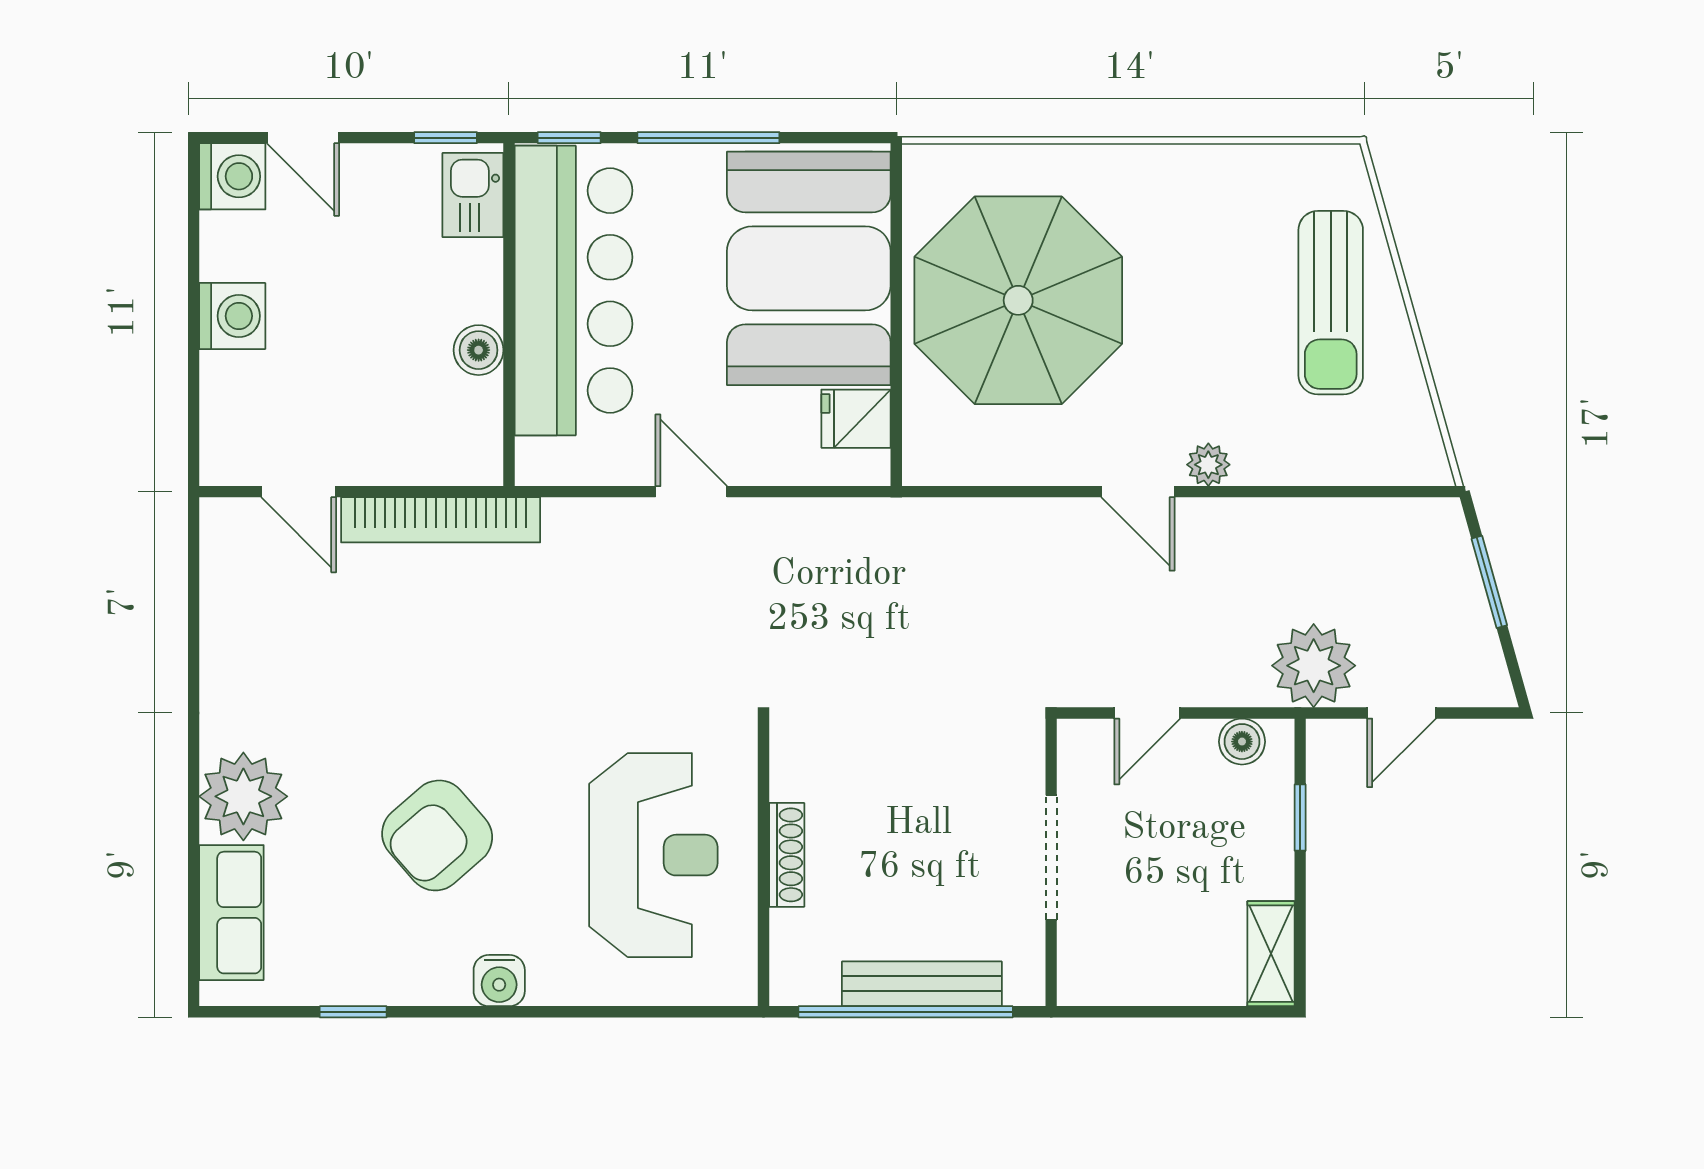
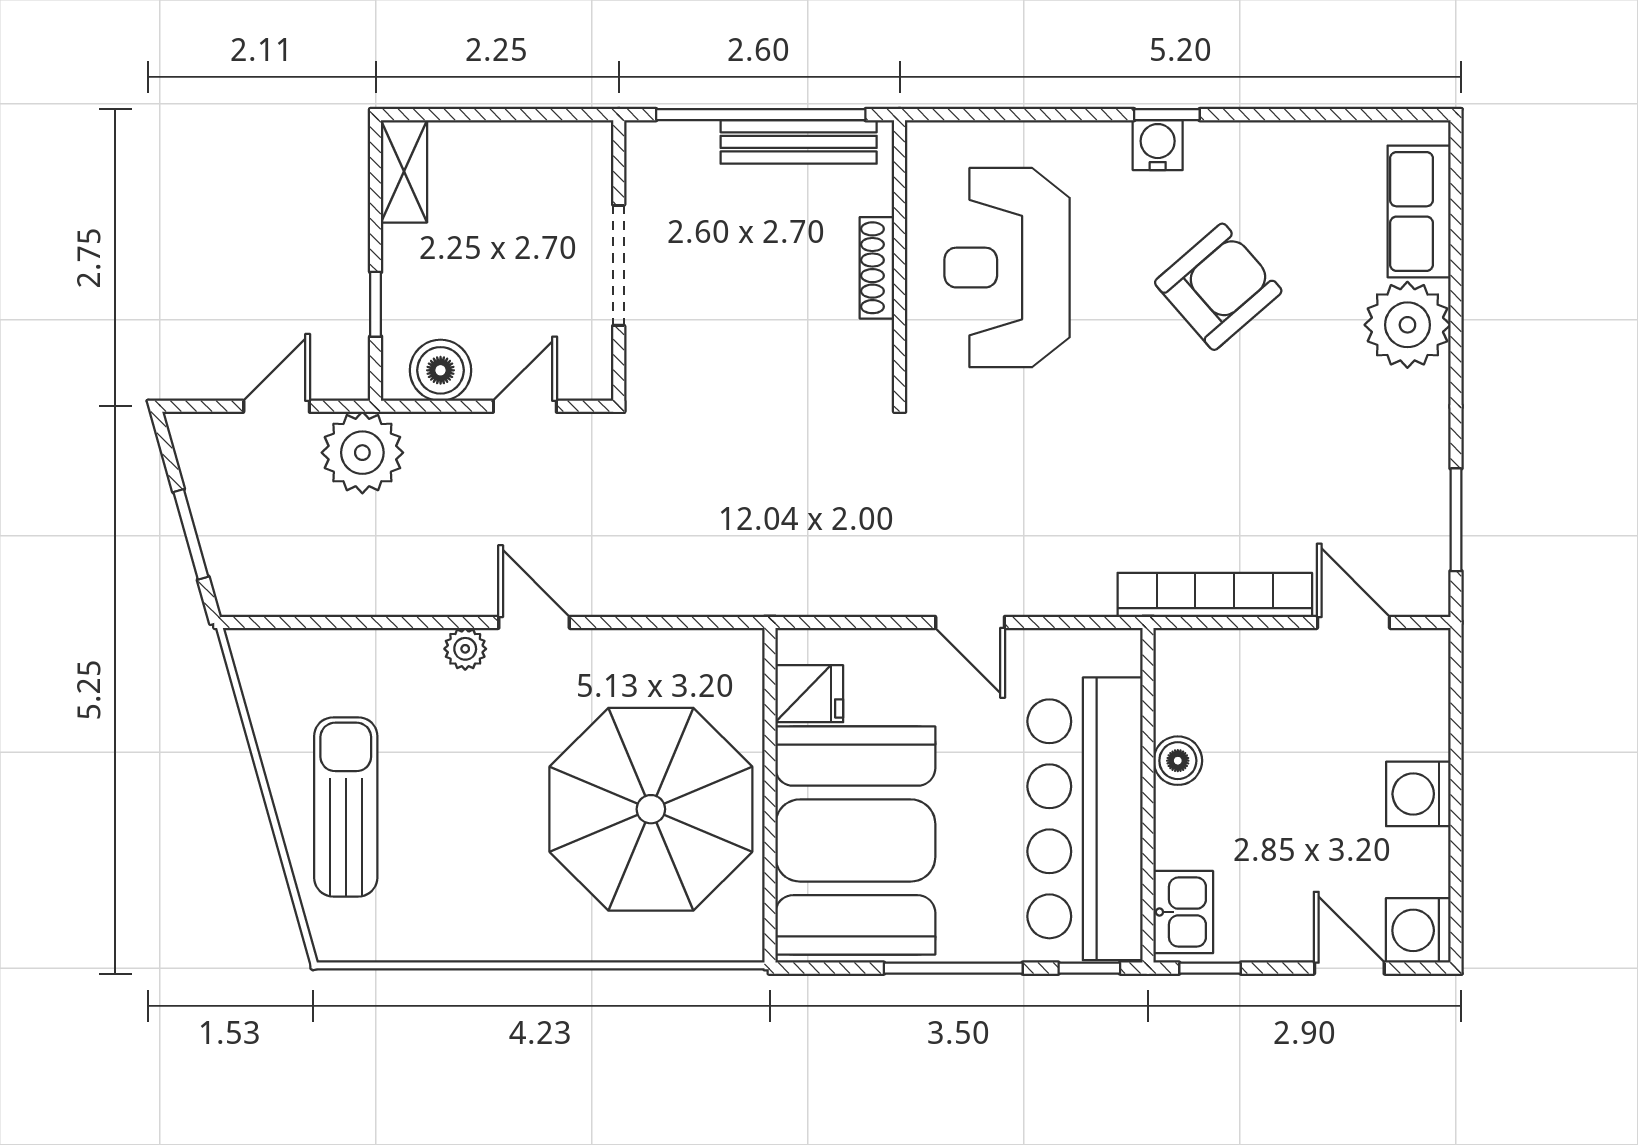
window: (194, 597) -> (1456, 520), added
boiler: (1242, 742) -> (441, 370), width x1.36, depth x1.36
bench: (922, 984) -> (799, 142), moved
window: (353, 1012) -> (1167, 115), moved

